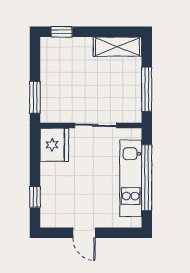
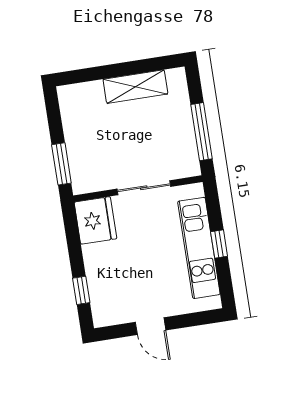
window: (62, 32) -> (82, 76), removed
shelving: (117, 47) -> (135, 87), moved
window: (147, 178) -> (219, 244), width x0.32

